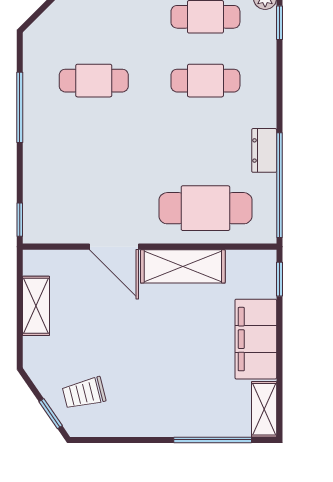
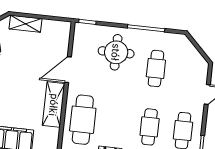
round table: (71, 159) -> (116, 52), added
shelving: (36, 306) -> (26, 24), moved

